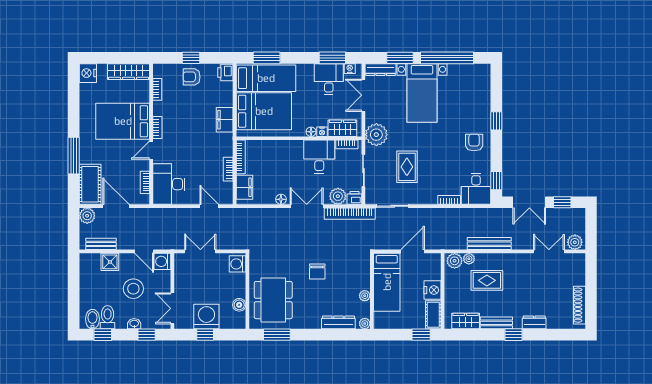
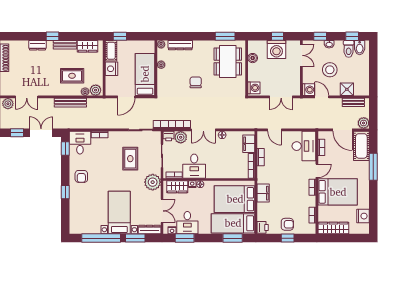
nightstand: (88, 73) -> (363, 216), moved

